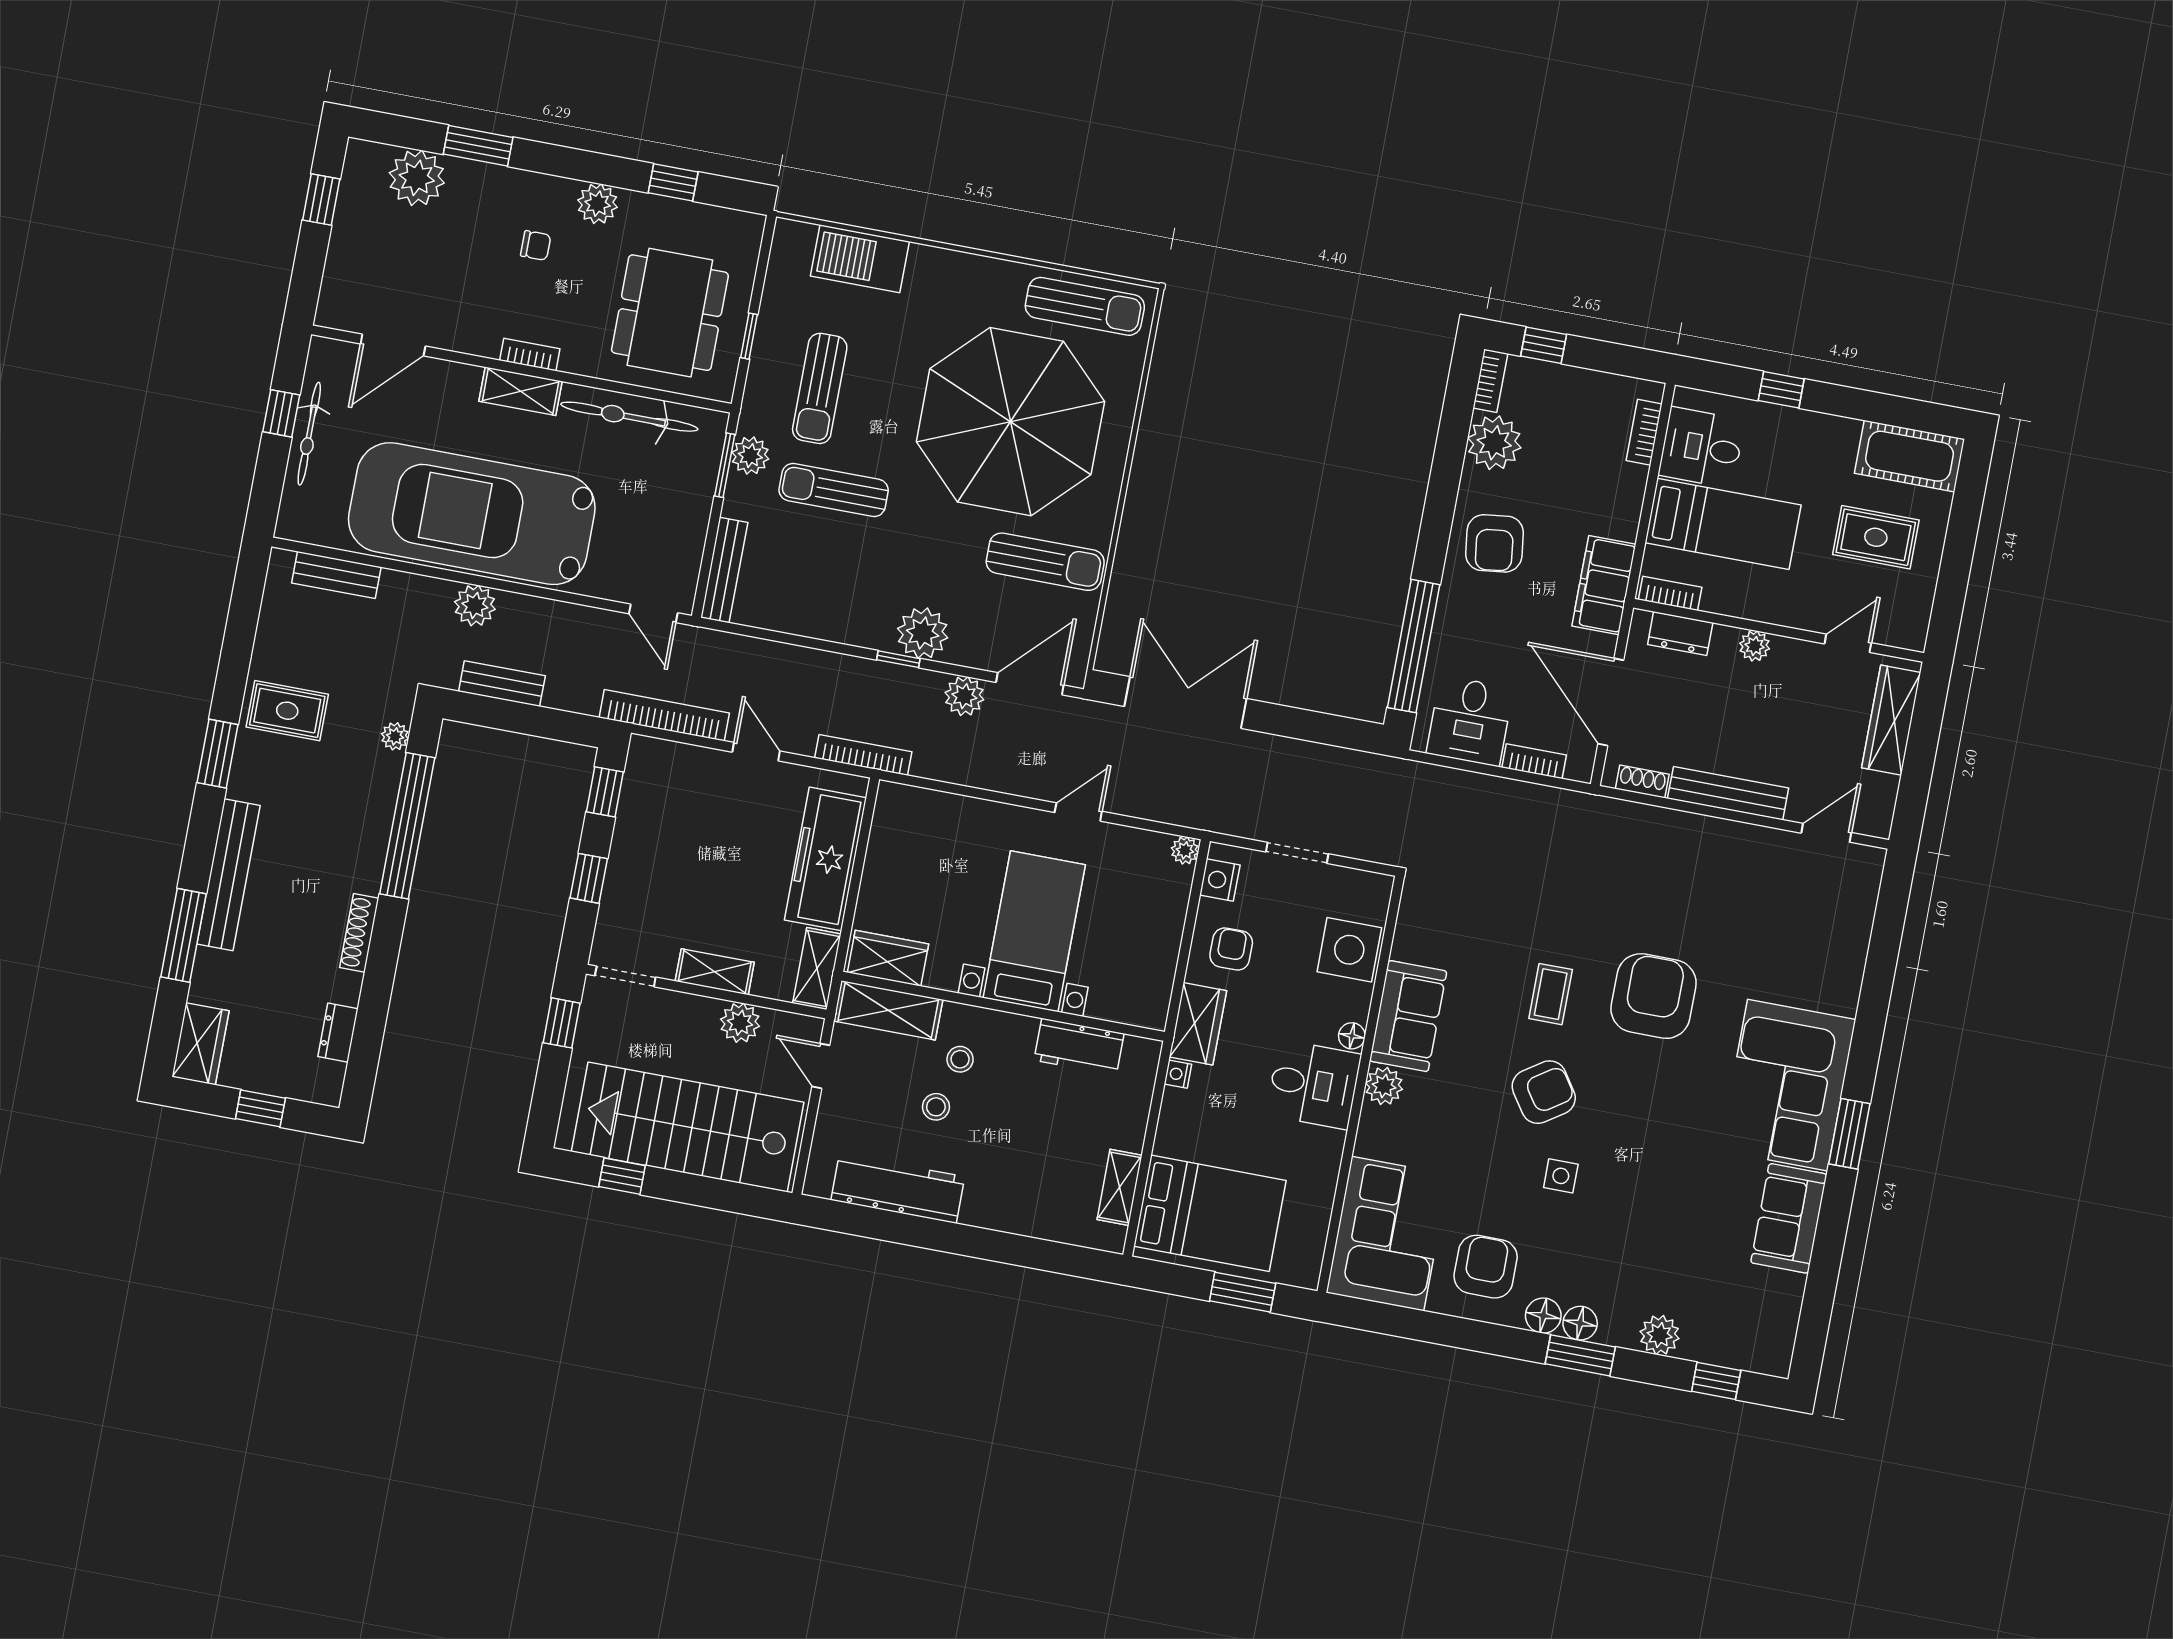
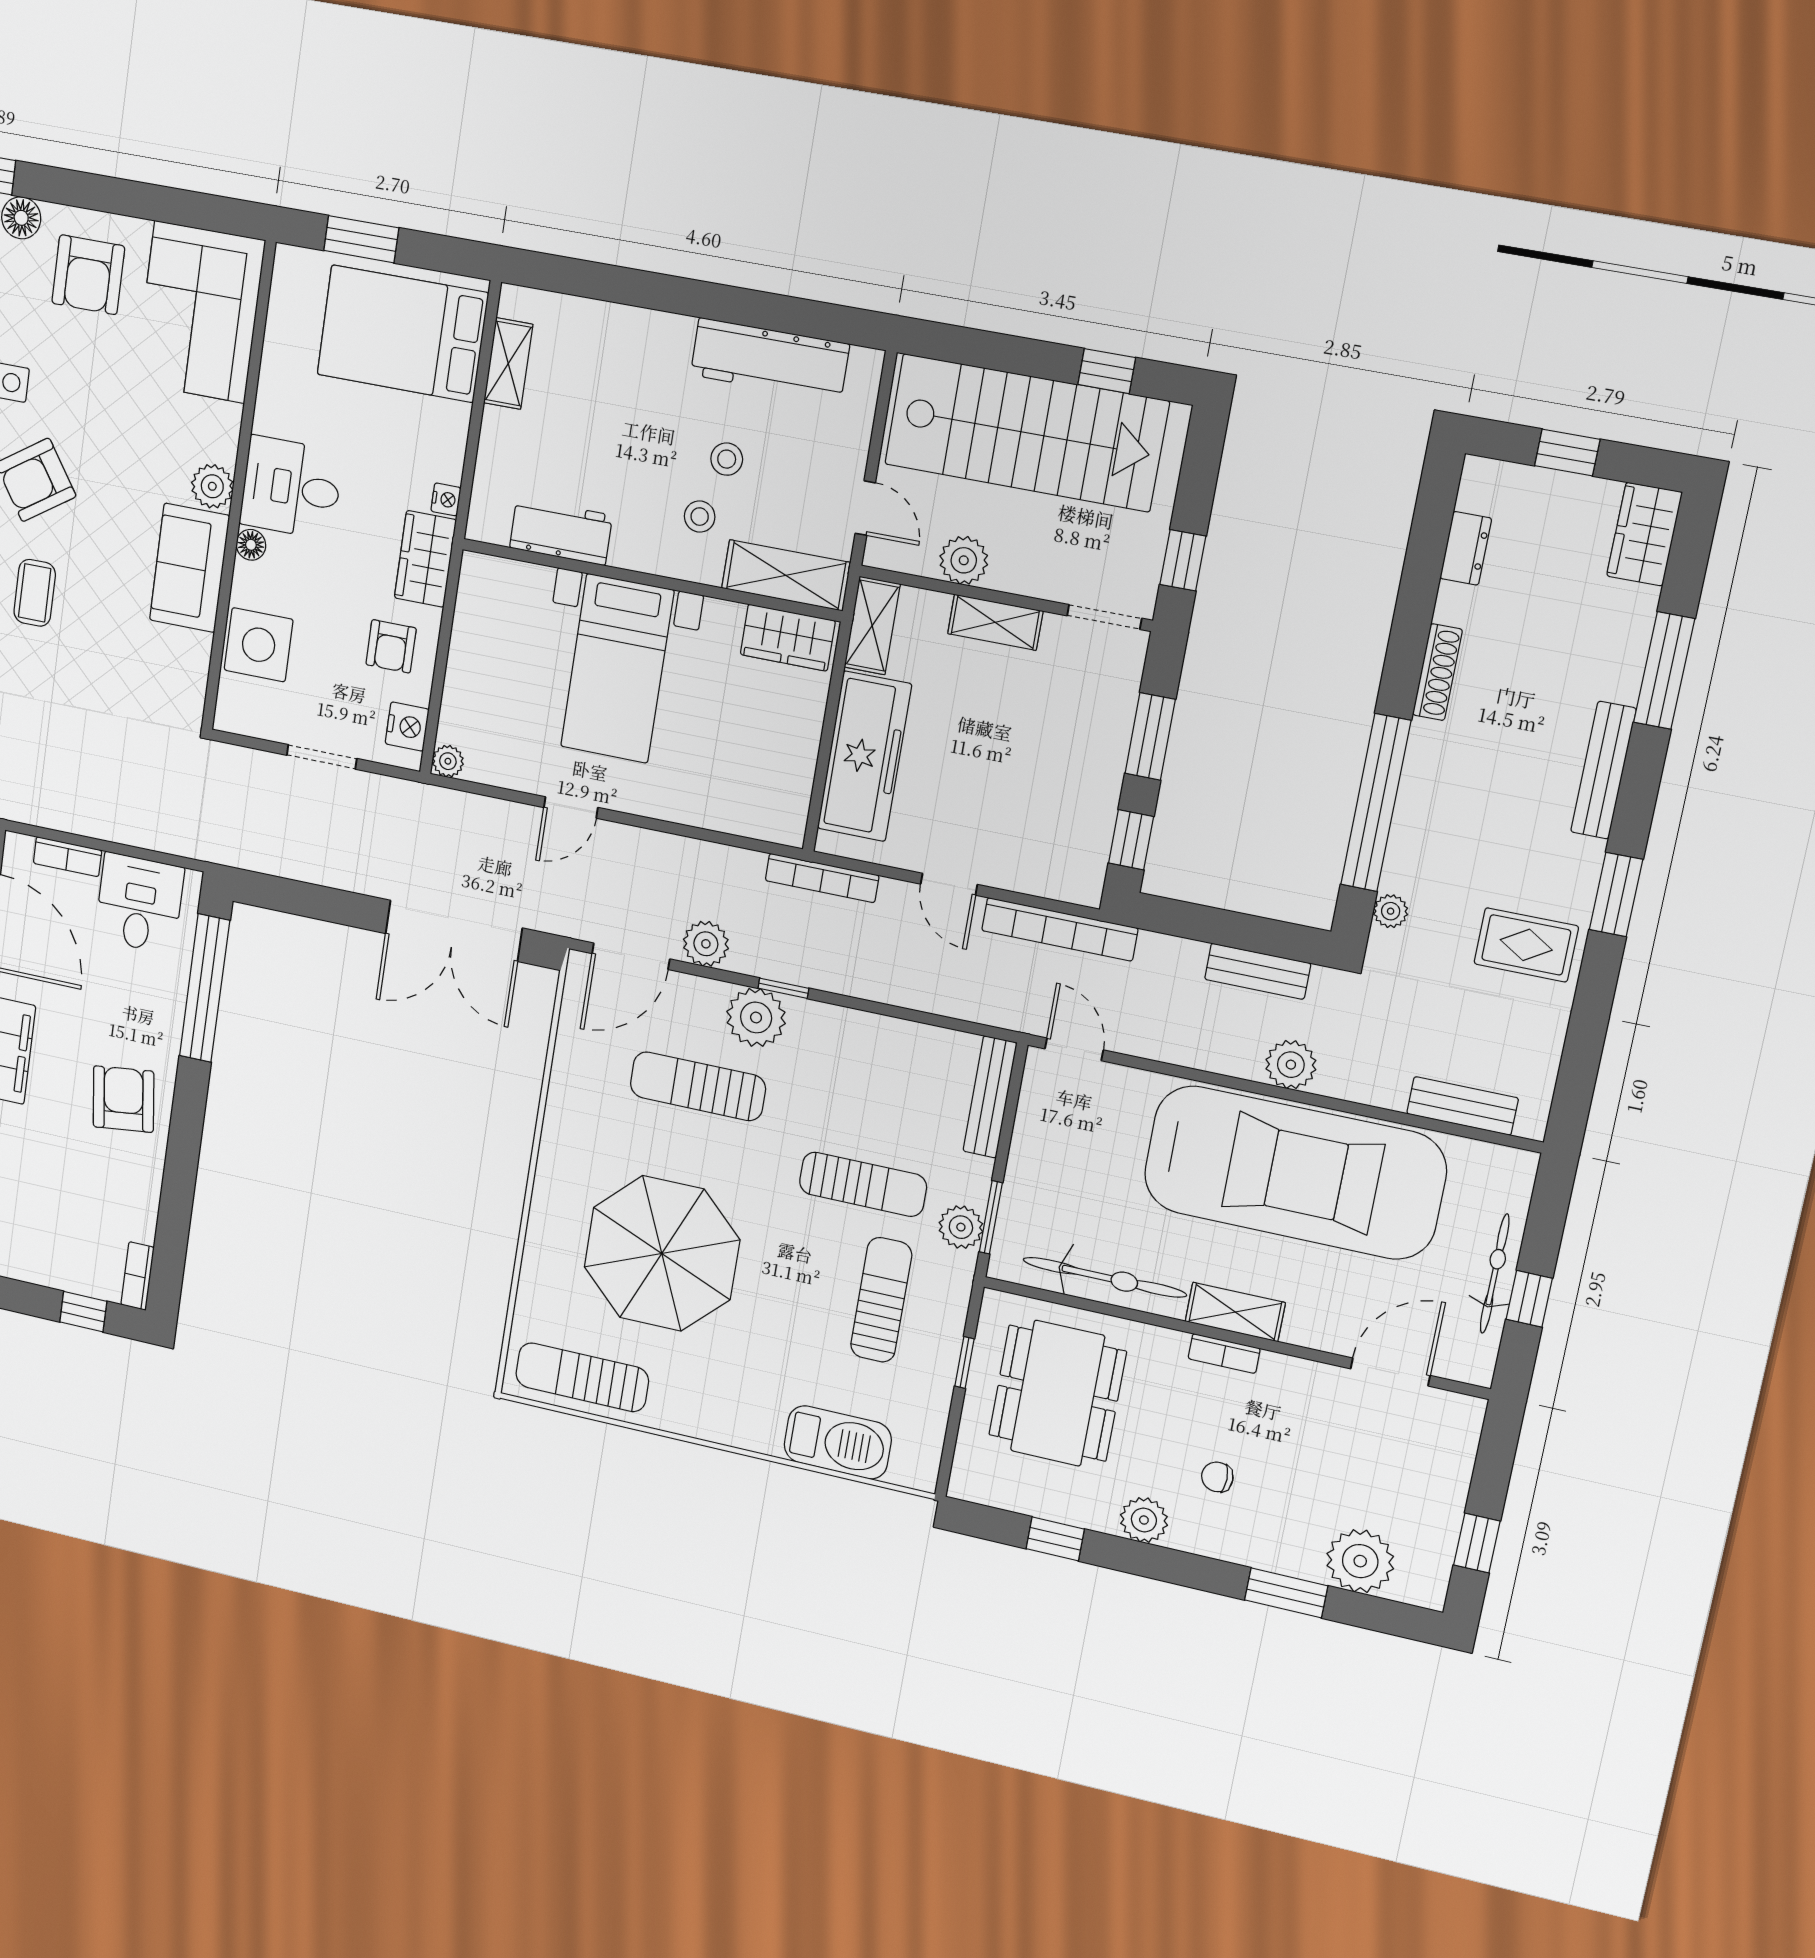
parasol: (1010, 422) -> (662, 1253), width x0.73, depth x0.73
plant: (1494, 443) -> (130, 1209), removed
sun lounger: (1045, 562) -> (698, 1086), moved
bench: (228, 875) -> (1603, 770), width x0.73, depth x0.82
window: (589, 878) -> (1150, 736), width x1.50

